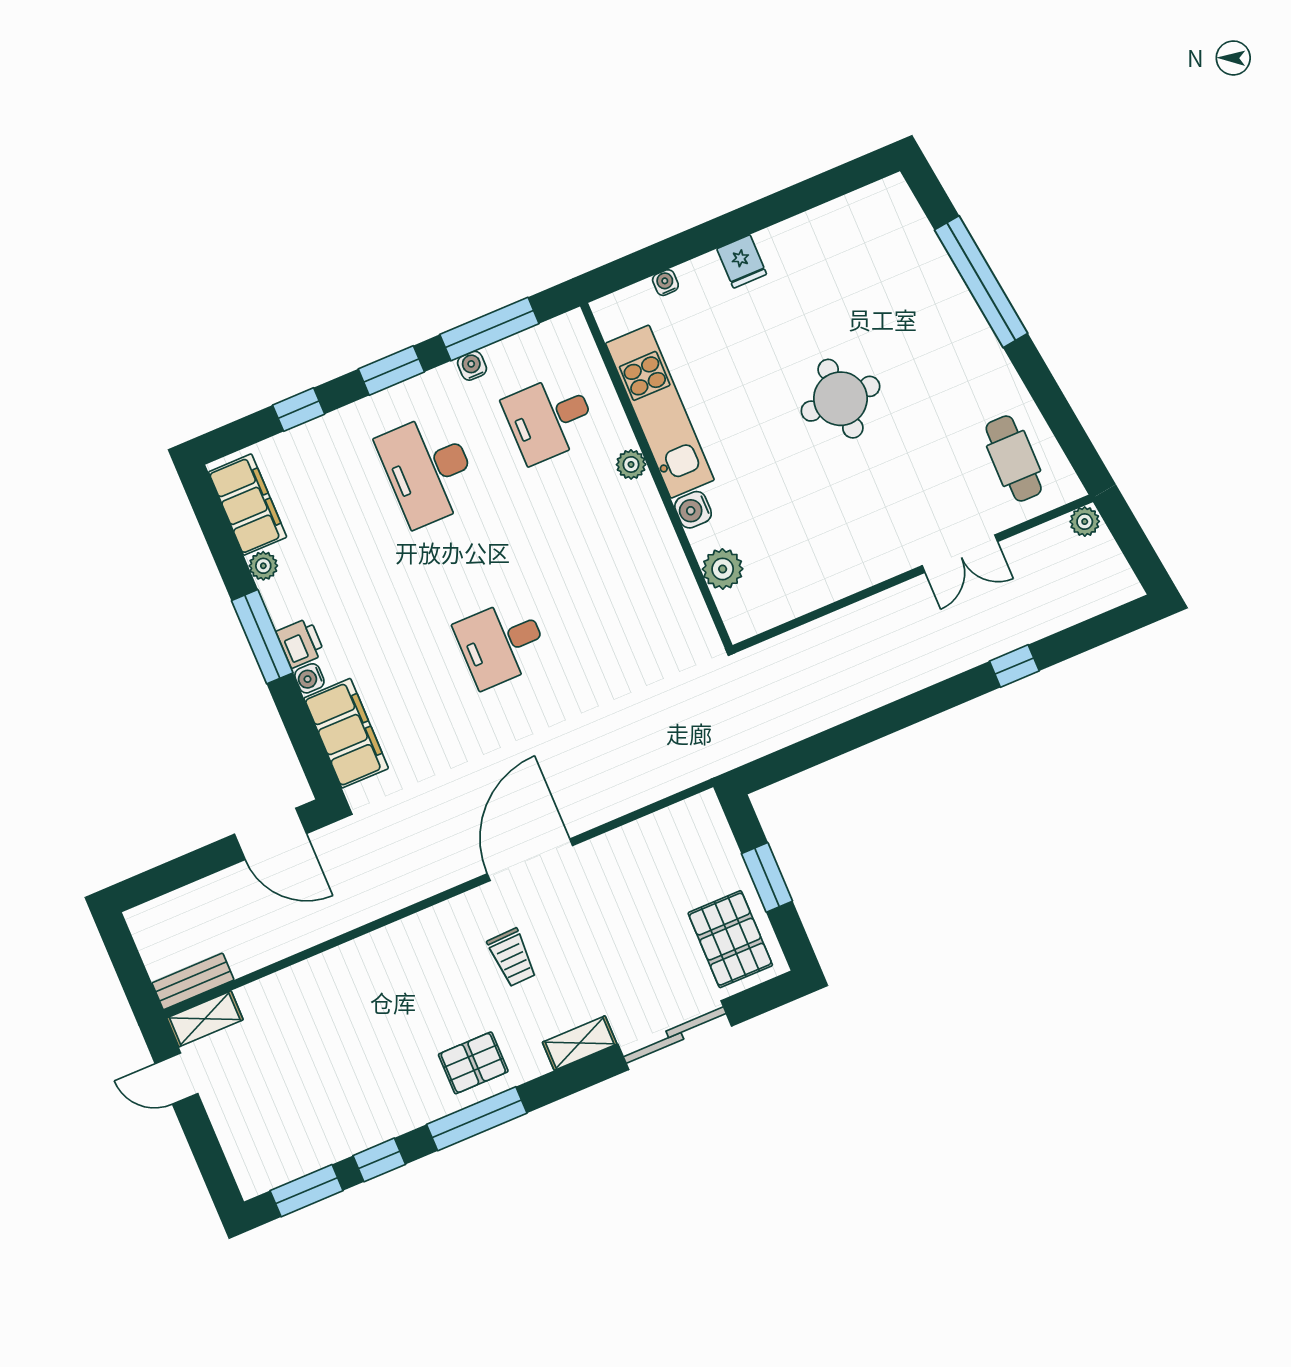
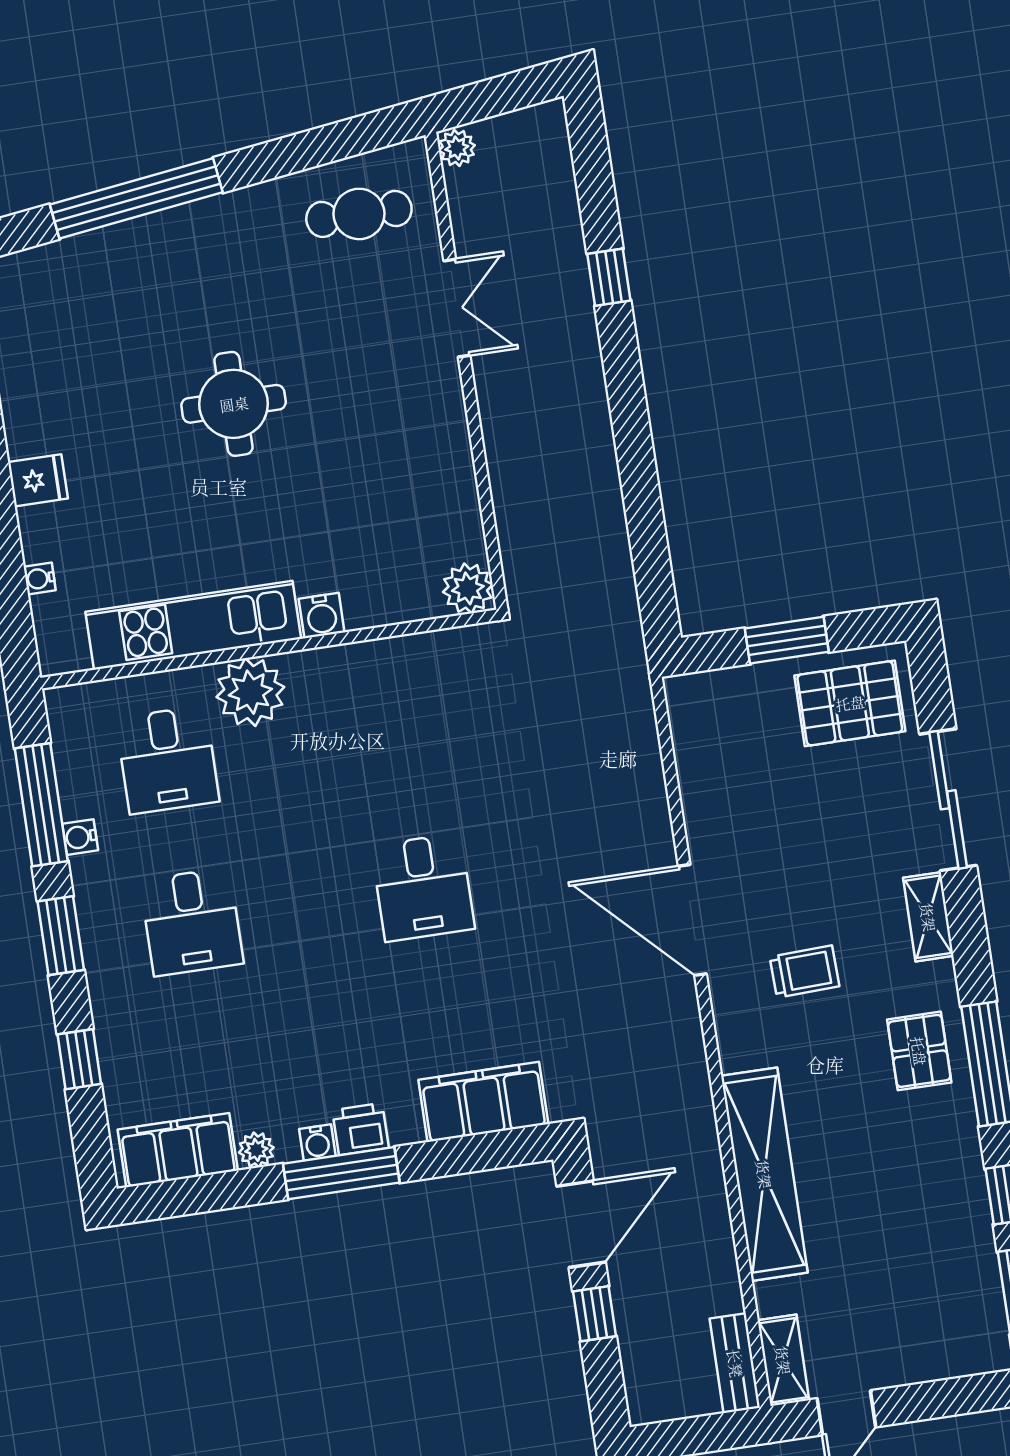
plant: (631, 464) -> (250, 692), width x1.87, depth x1.87
desk: (428, 470) -> (192, 922), width x0.73
plant: (723, 569) -> (468, 588), moved
water cooler: (309, 678) -> (317, 1142), moved
window: (203, 862) -> (595, 1314), added
shelving: (346, 967) -> (764, 1174), added

